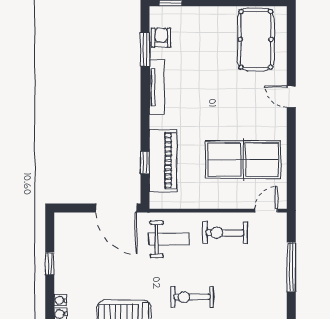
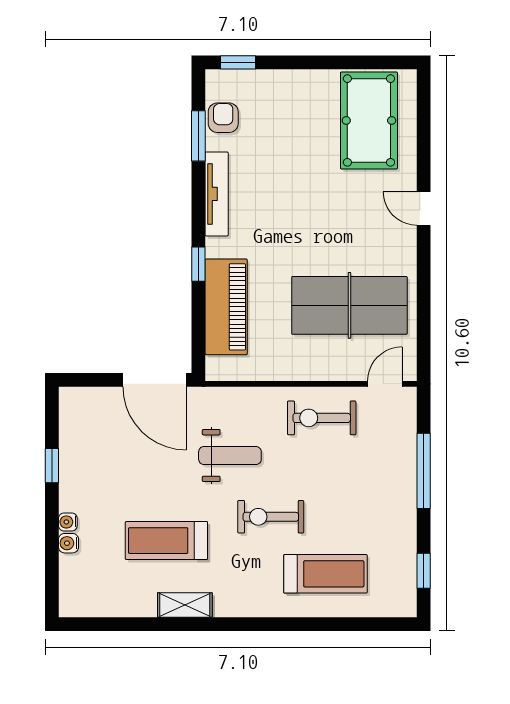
window: (145, 163) -> (198, 264), moved
weight bench: (169, 239) -> (230, 456), moved

